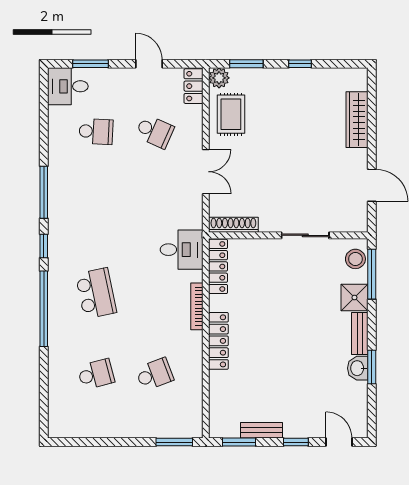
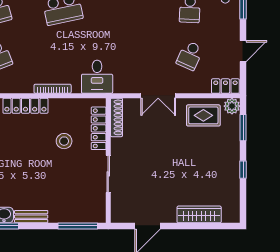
stool: (355, 259) -> (64, 141), moved
locker: (218, 266) -> (99, 128), moved, turned 90
shower: (354, 298) -> (59, 212), removed

